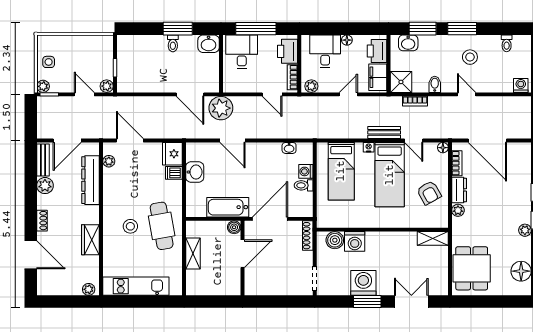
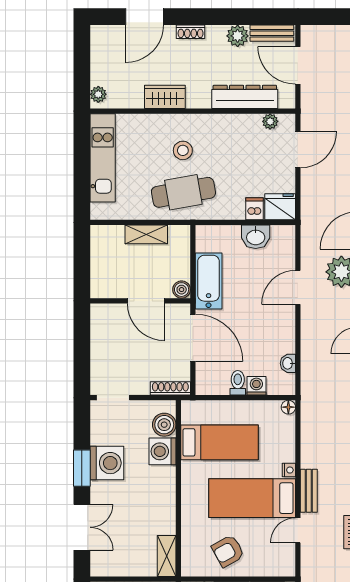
floor lamp: (443, 148) -> (288, 407), moved
bed: (341, 171) -> (220, 442), moved, turned 180

